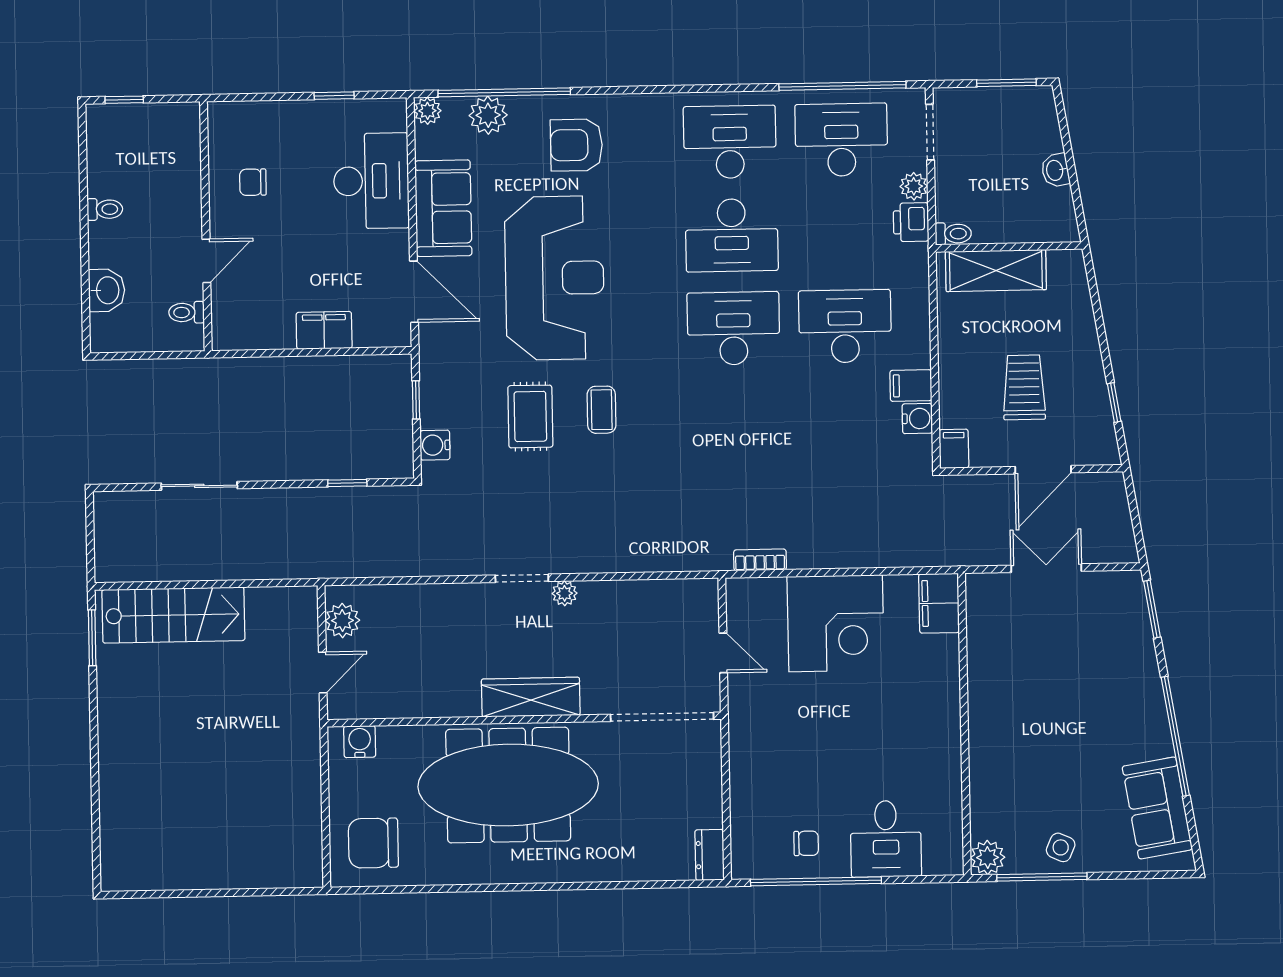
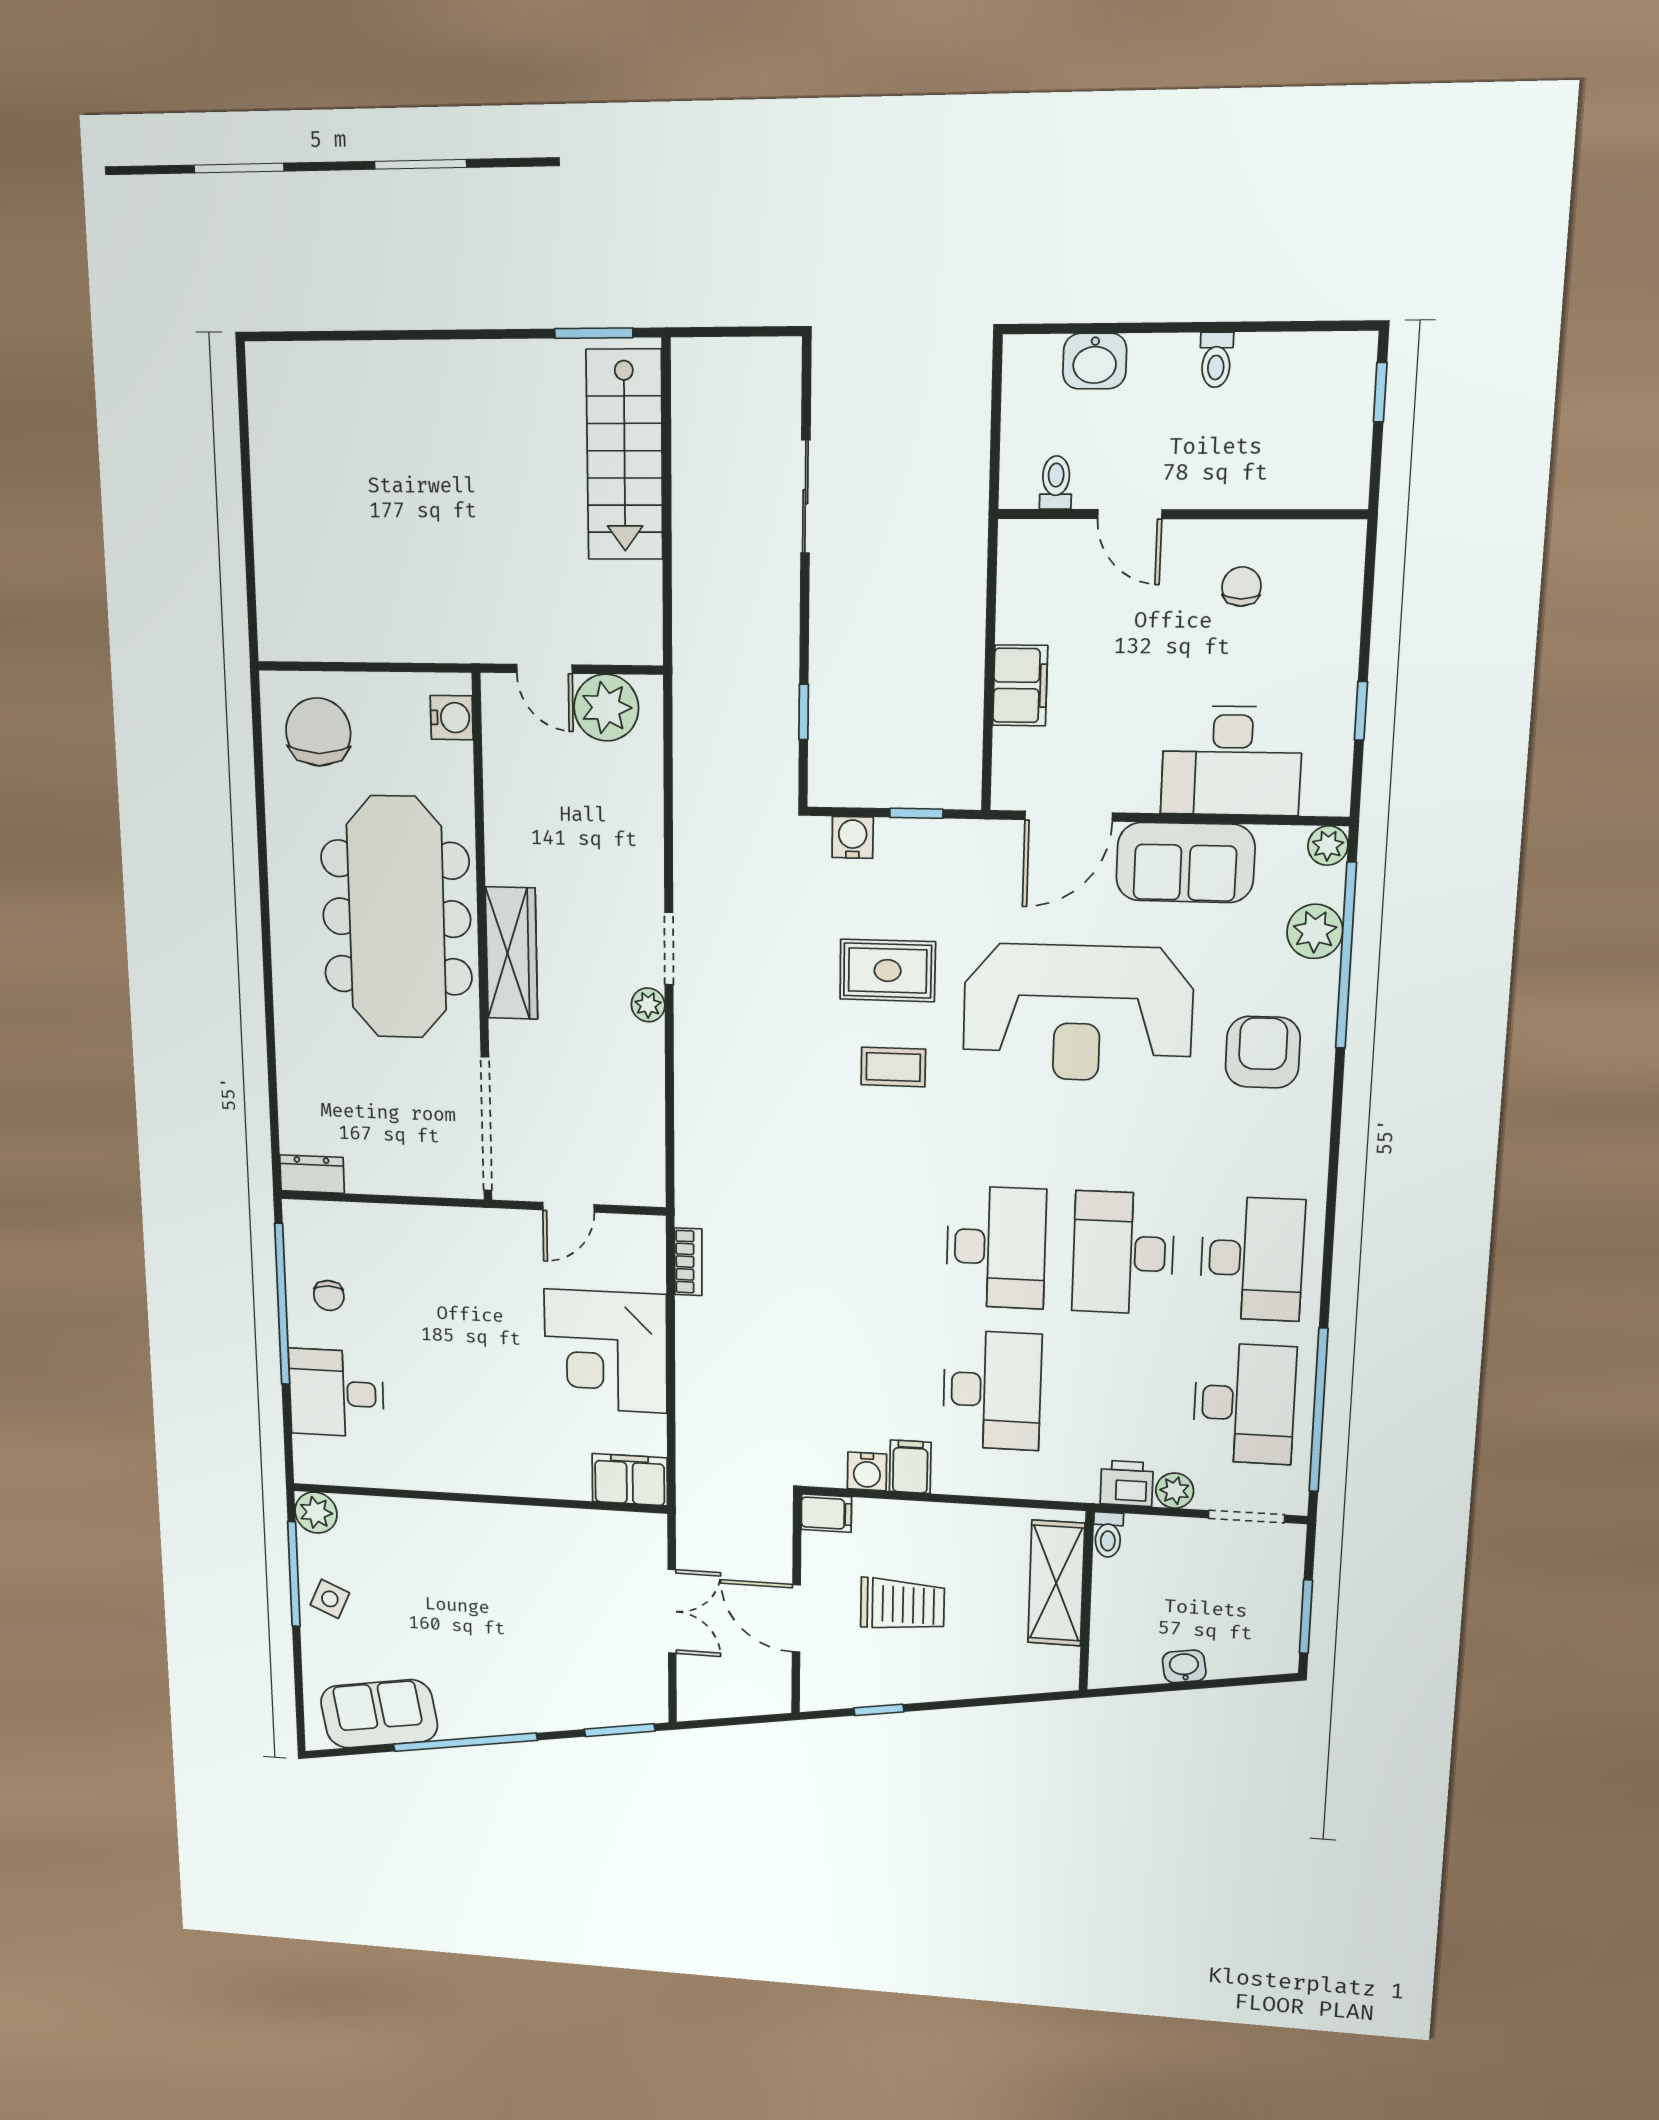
plant: (342, 621) -> (606, 708), width x1.36, depth x1.36

